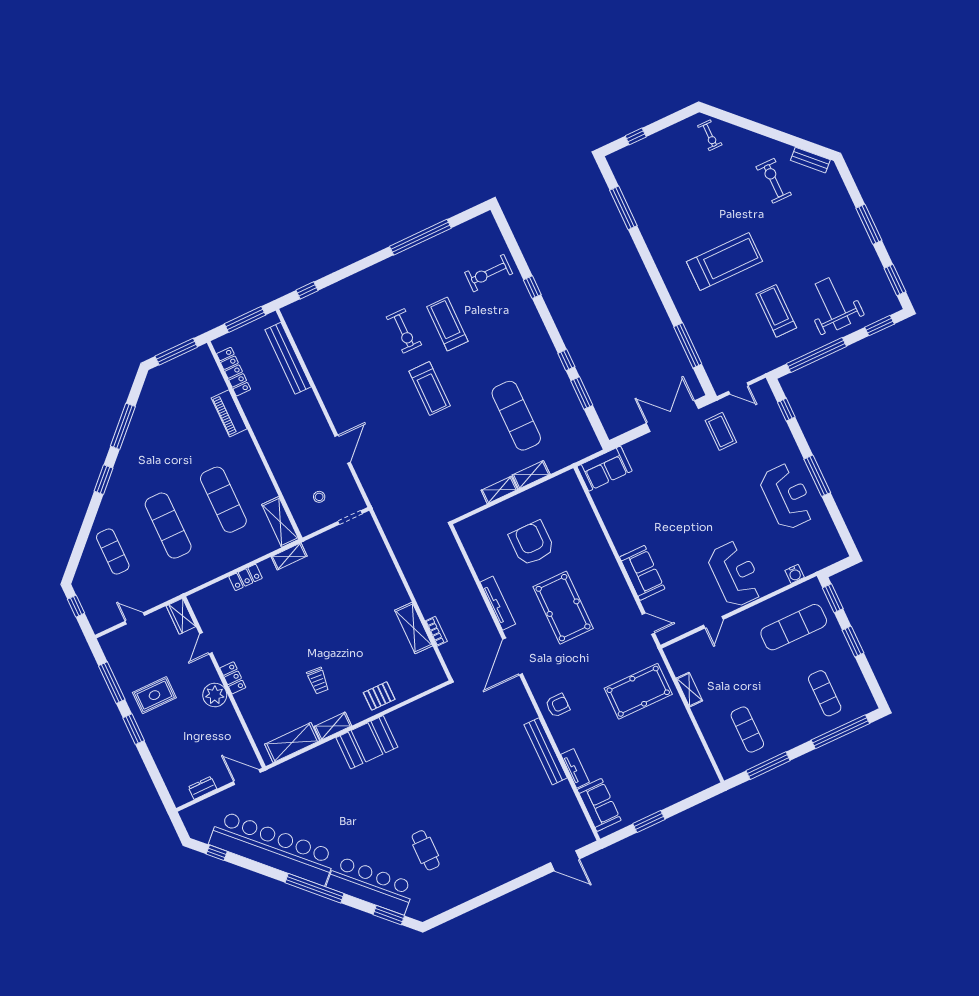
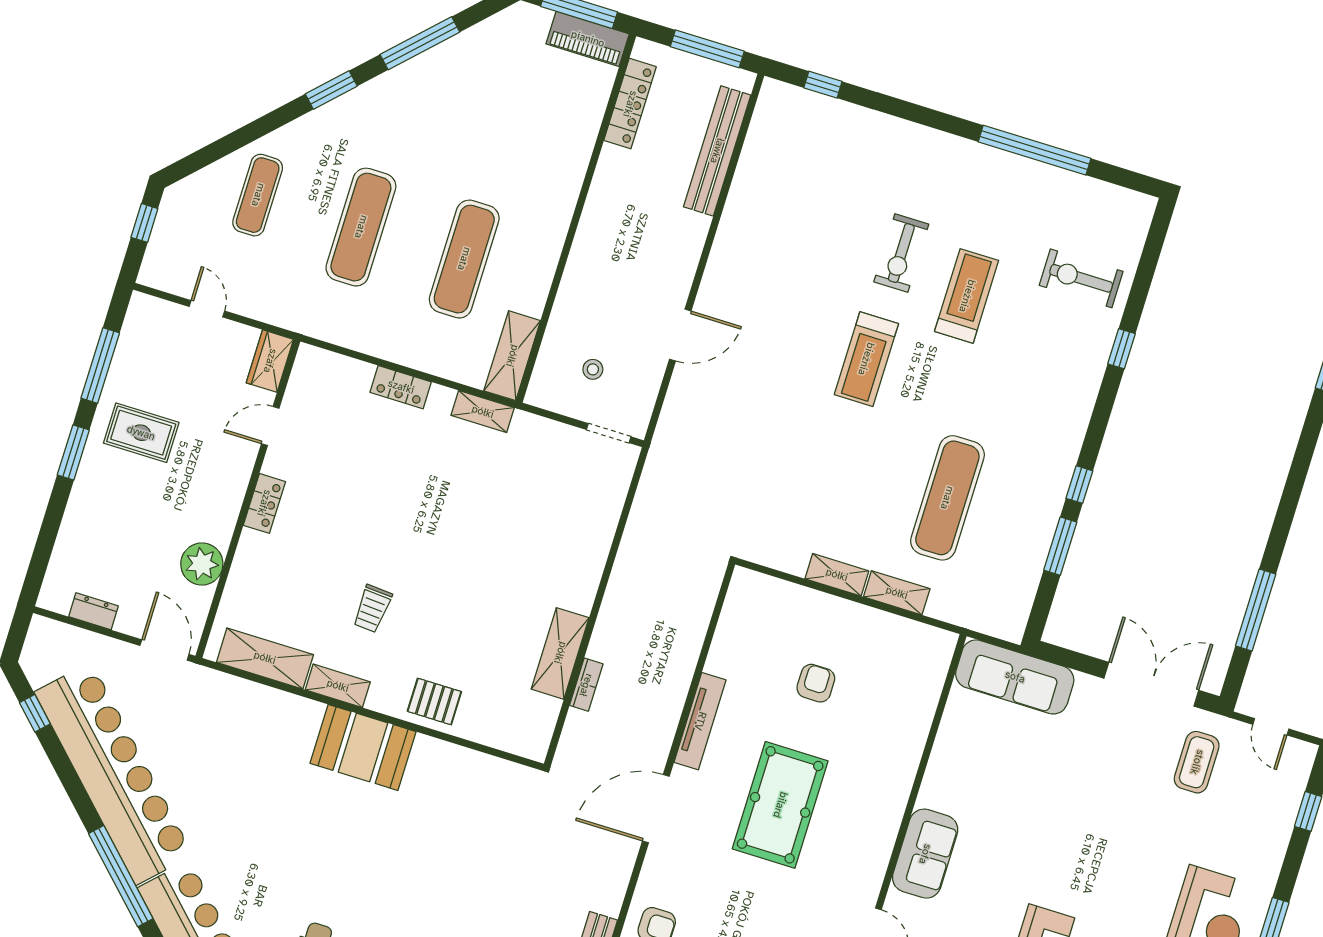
piano: (229, 413) -> (588, 39), moved, turned -90
sofa: (605, 469) -> (1015, 677), width x1.36
armchair: (532, 543) -> (816, 683), width x0.53, depth x0.53
plant: (215, 695) -> (202, 564), moved

